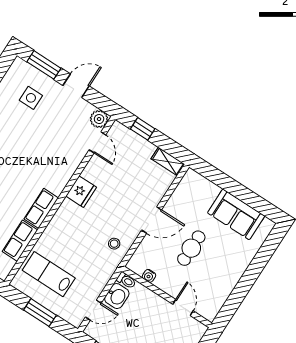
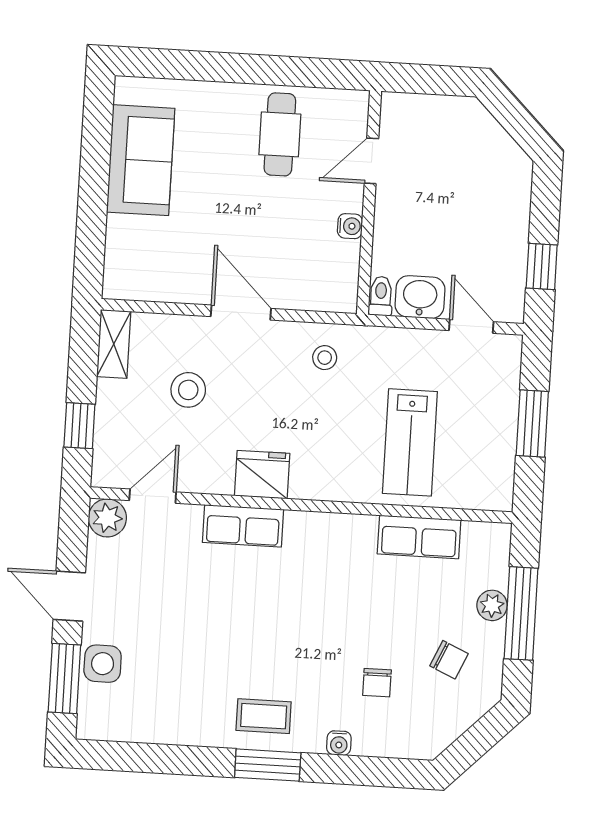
side table: (31, 98) -> (103, 664), moved
stool: (132, 181) -> (188, 390), added
row of seats: (41, 208) -> (243, 526), moved
cafe table: (191, 248) -> (280, 134), moved, turned 90
lab bench: (49, 274) -> (410, 442), moved
water cooler: (149, 276) -> (350, 226), moved

